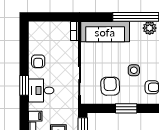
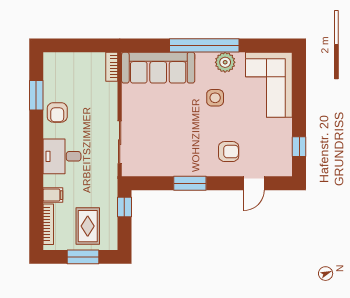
side table: (134, 70) -> (215, 98), moved
window: (24, 85) -> (36, 95), moved
armchair: (110, 86) -> (166, 150), removed

